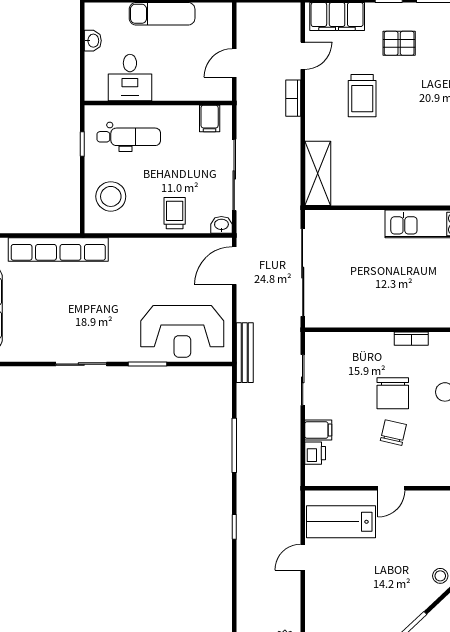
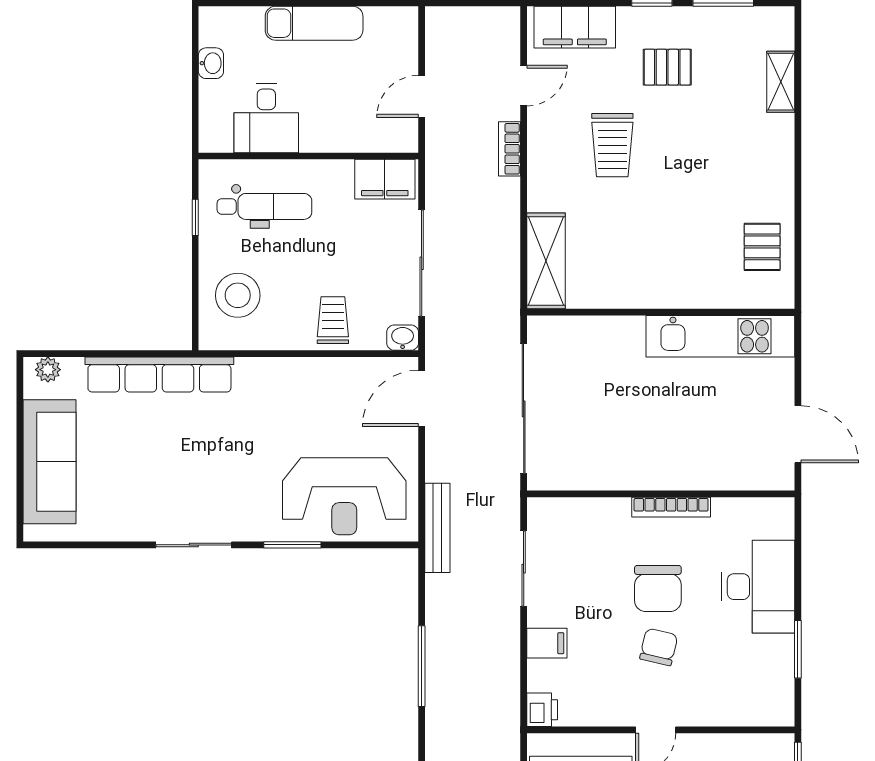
filing cabinet: (210, 118) -> (385, 179), width x2.00
bookcase: (411, 339) -> (671, 507), width x1.56
printer: (315, 453) -> (542, 710), moved

